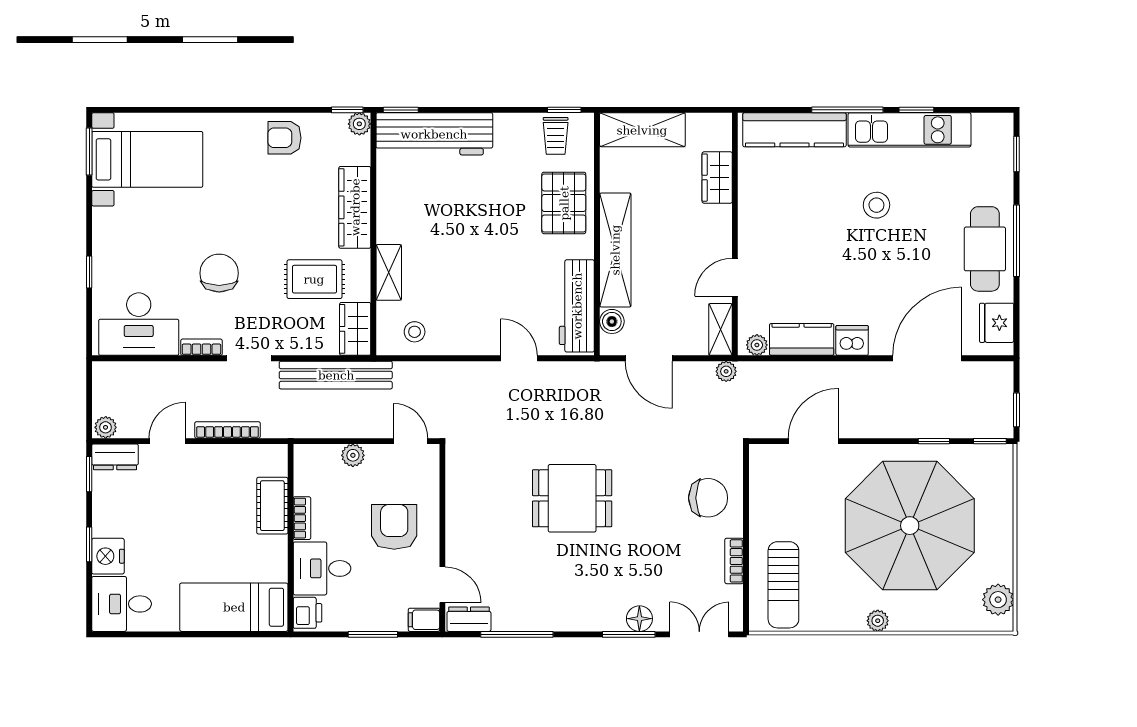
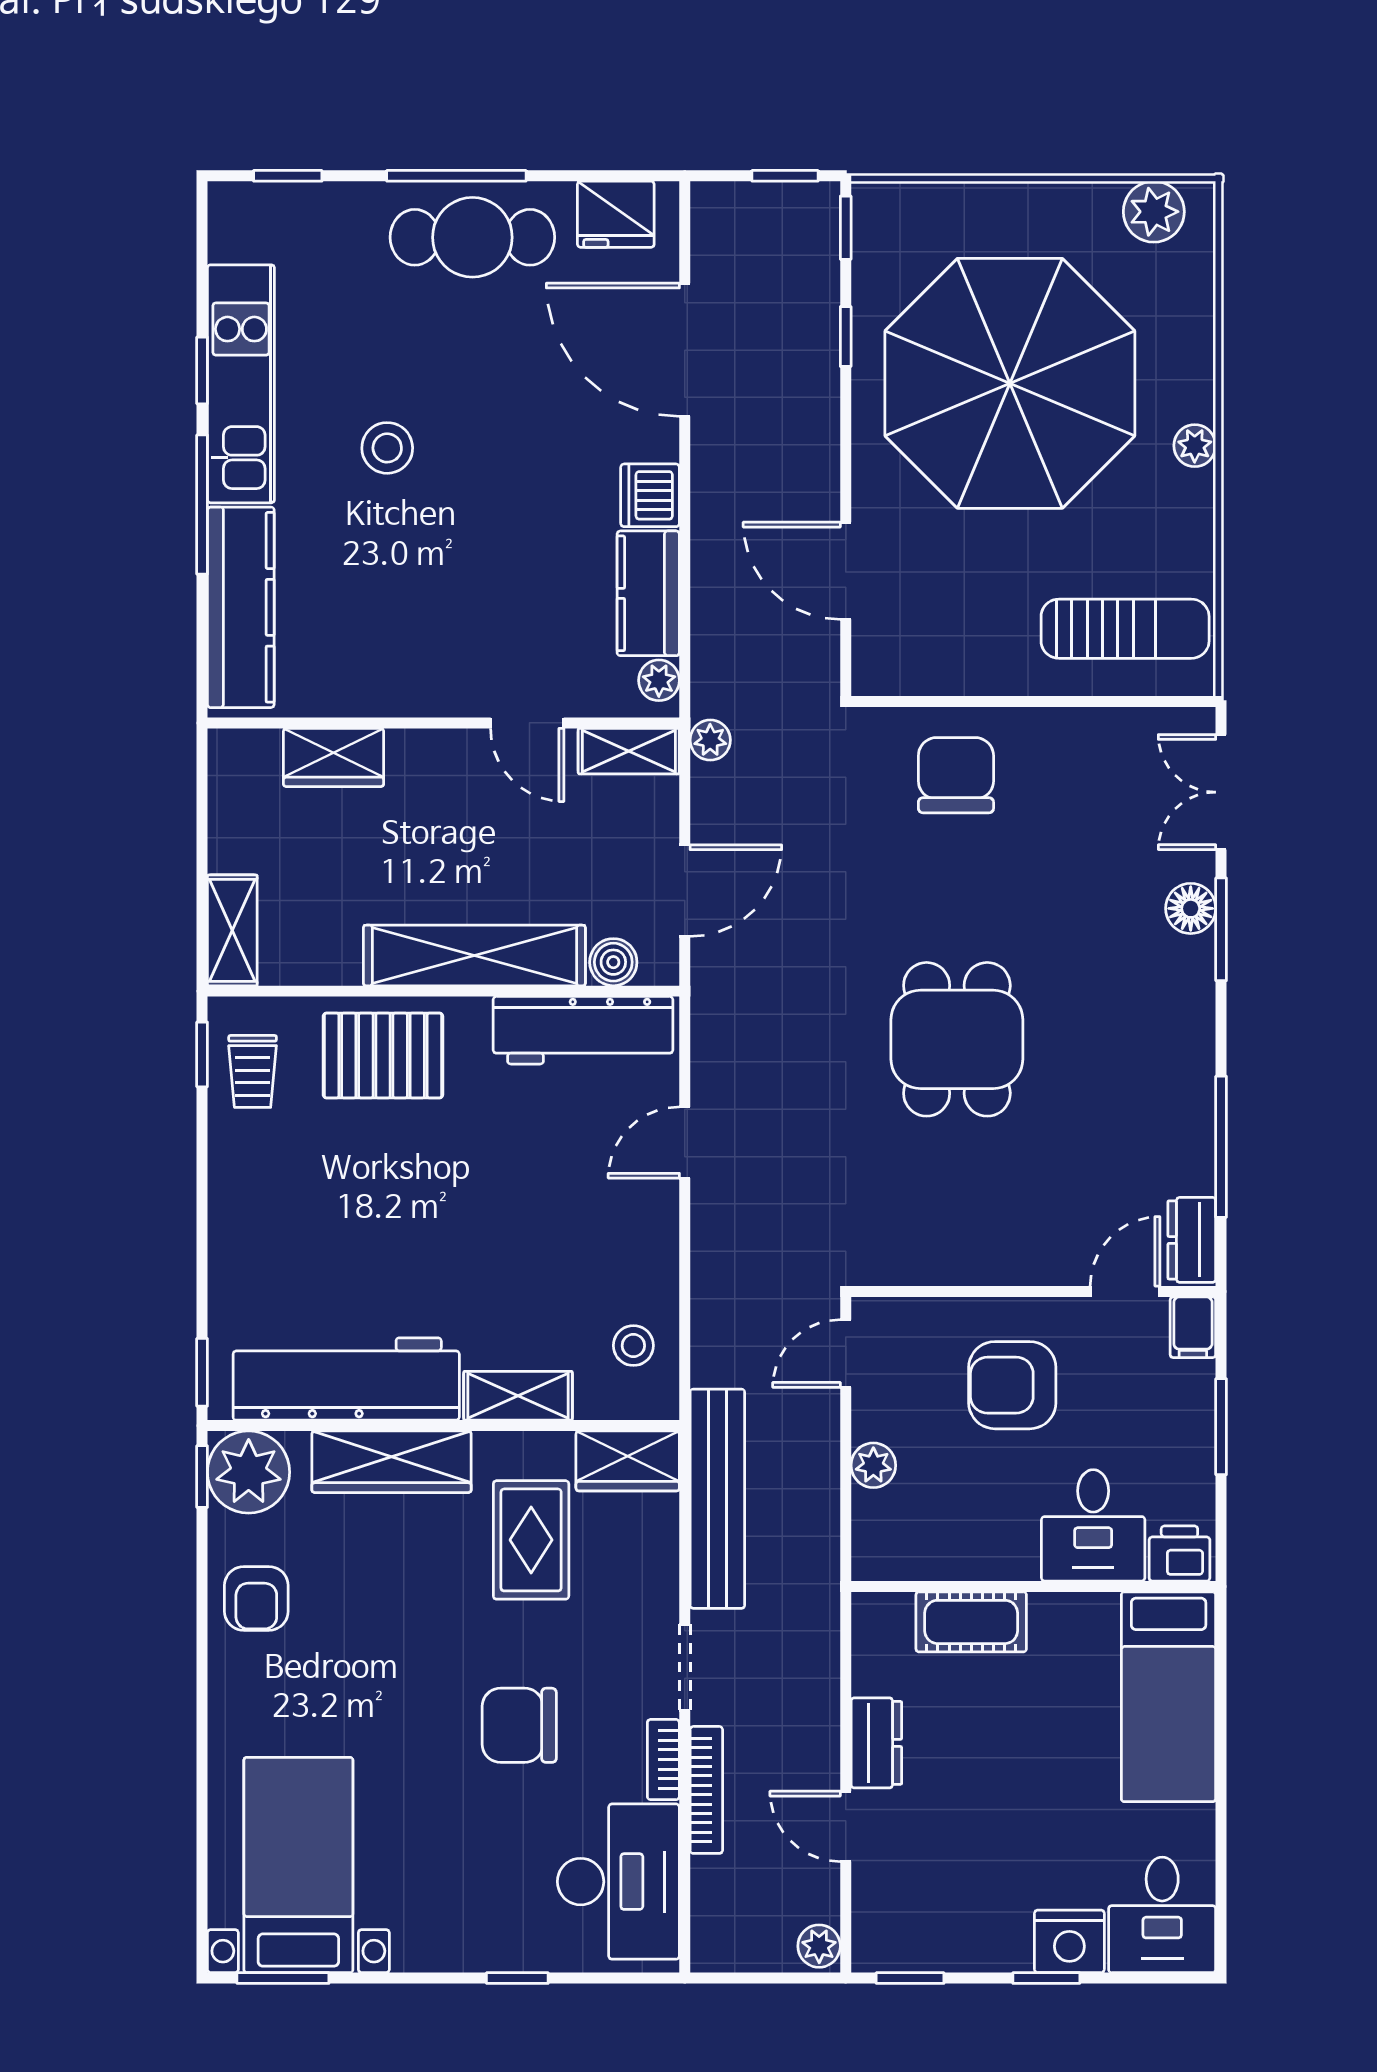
plant: (359, 124) -> (249, 1472), width x1.87, depth x1.87
shelving: (642, 130) -> (232, 930), width x0.67, depth x0.75
workbench: (434, 134) -> (346, 1379), moved, turned -90
trolley: (556, 136) -> (253, 1071), turned 90
bookcase: (228, 430) -> (706, 1790), moved, turned 180
dresser: (115, 457) -> (876, 1743), moved
bookcase: (302, 518) -> (995, 1564), removed
bookcase: (734, 561) -> (1079, 725), removed

